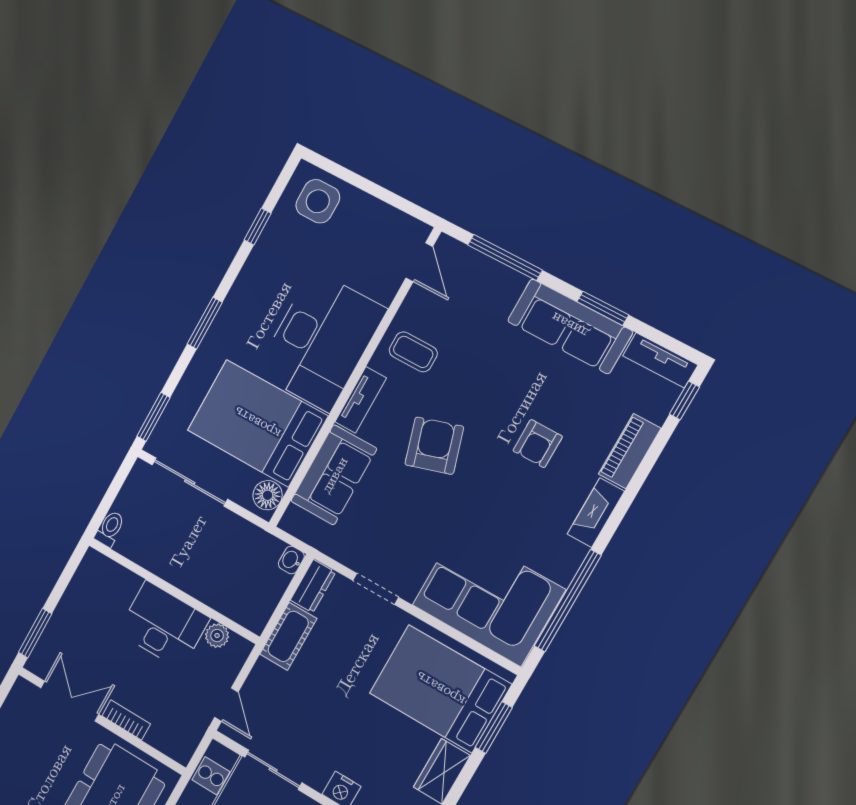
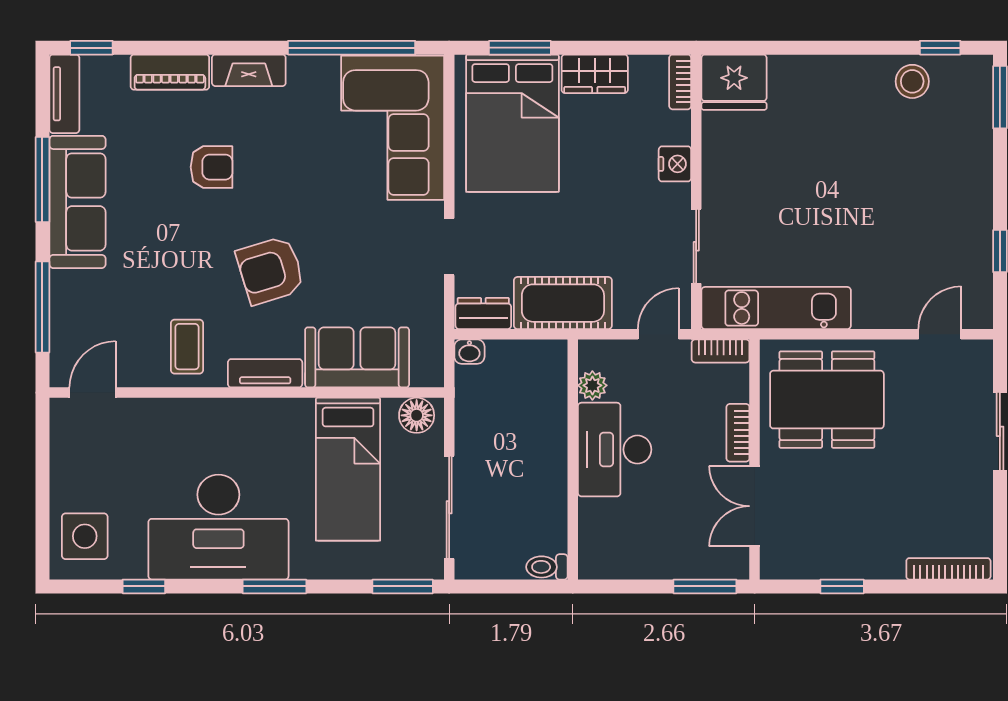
window: (603, 308) -> (42, 180), width x1.44
desk: (321, 341) -> (218, 527), moved, turned 180
bed: (257, 423) -> (348, 469), width x0.67
cot: (288, 636) -> (563, 303), width x1.37, depth x1.34
bookcase: (190, 742) -> (721, 351), added

